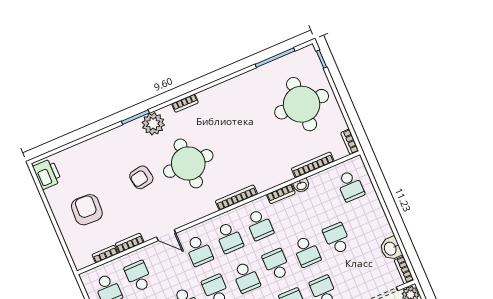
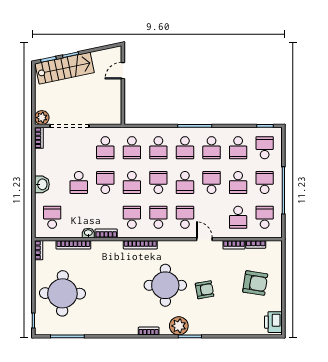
armchair: (87, 210) -> (255, 283), turned -84
washbasin: (391, 248) -> (42, 184), moved

